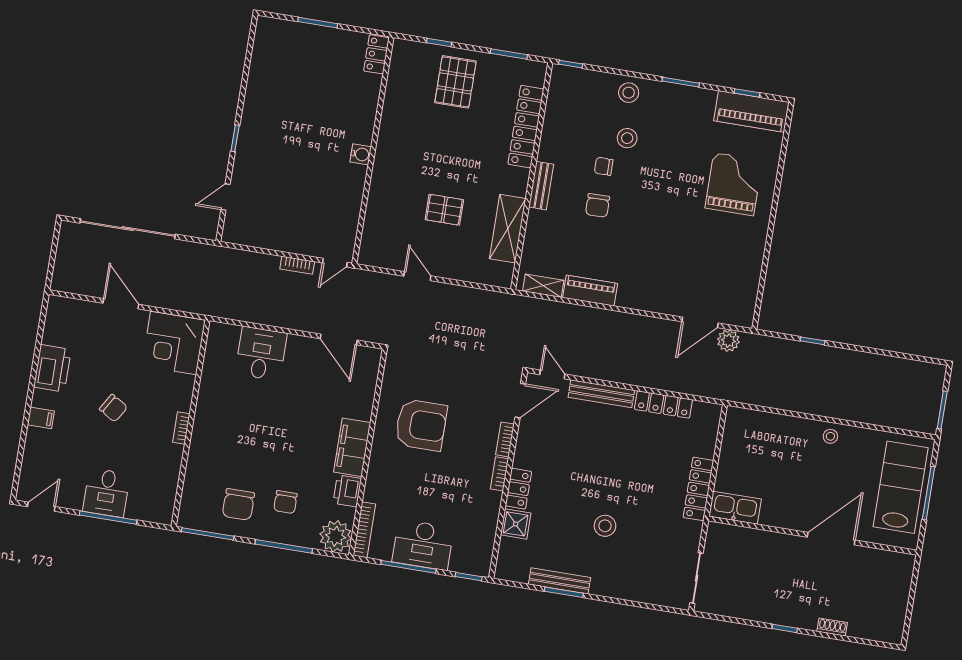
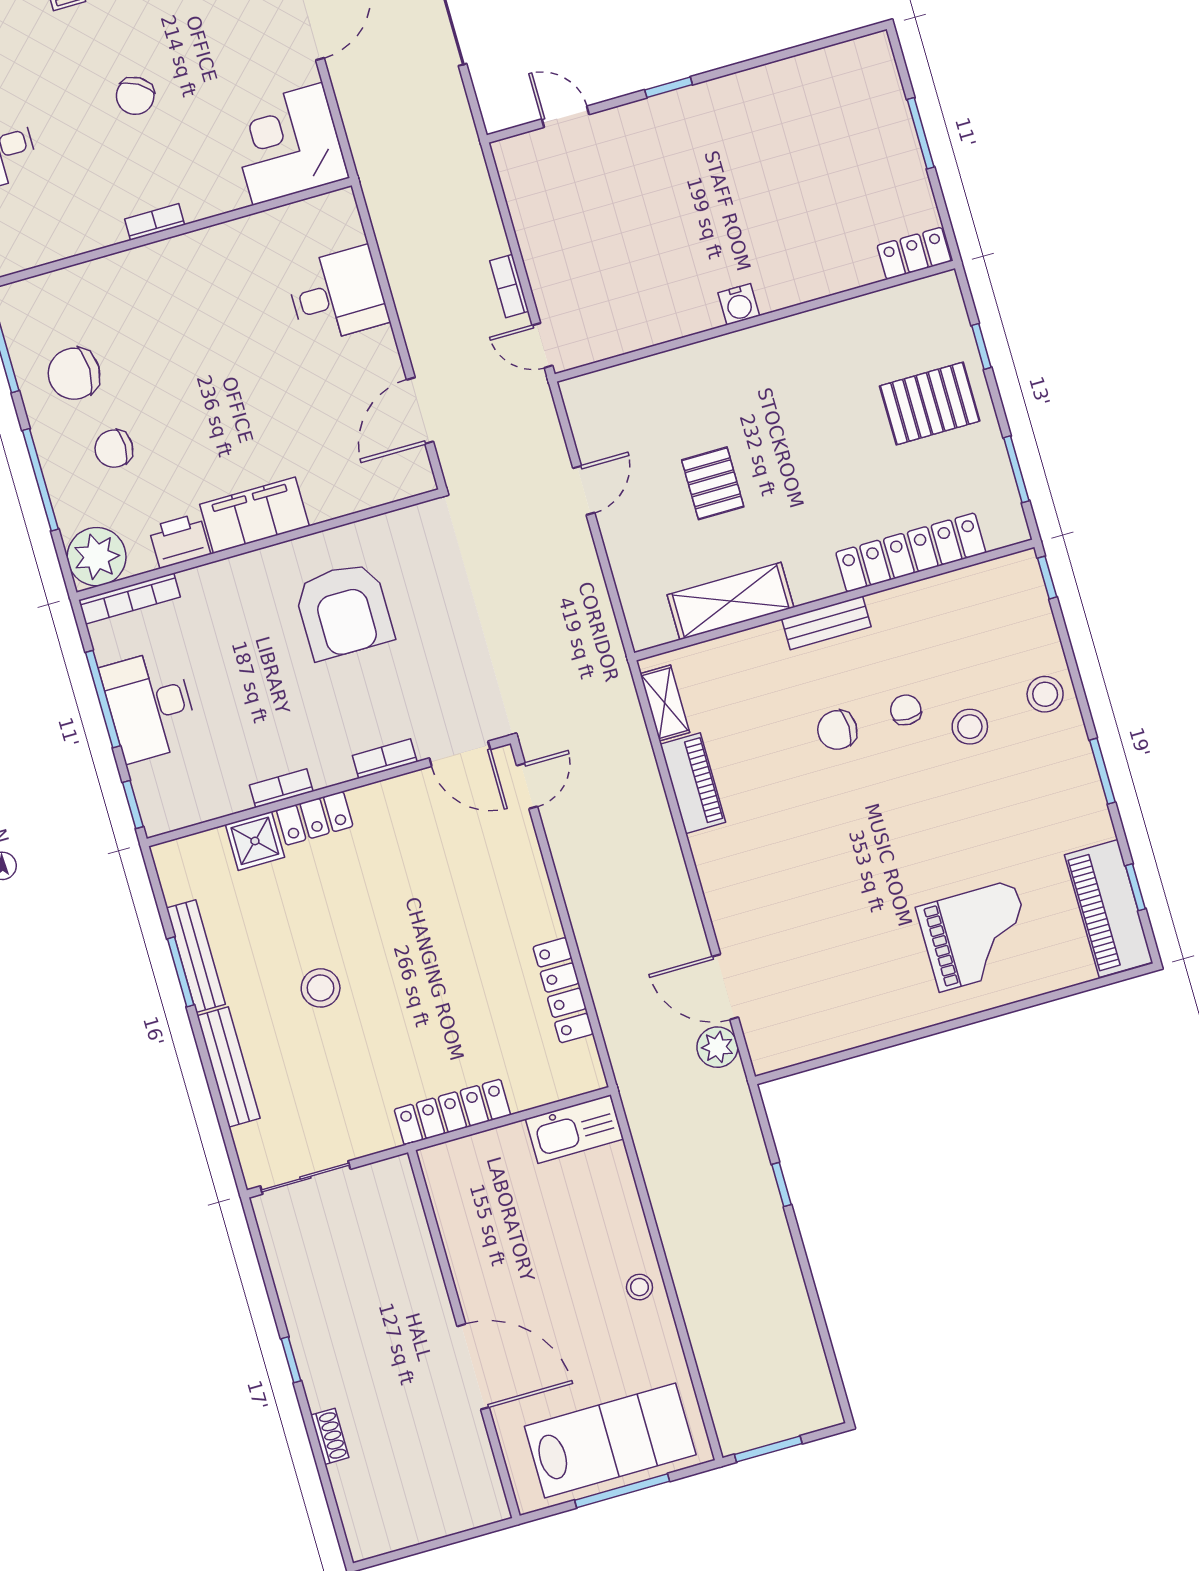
bench: (601, 394) -> (228, 1067), moved
bookcase: (499, 474) -> (281, 788), moved
kitchen sink: (735, 508) -> (574, 1129), moved, turned 90

